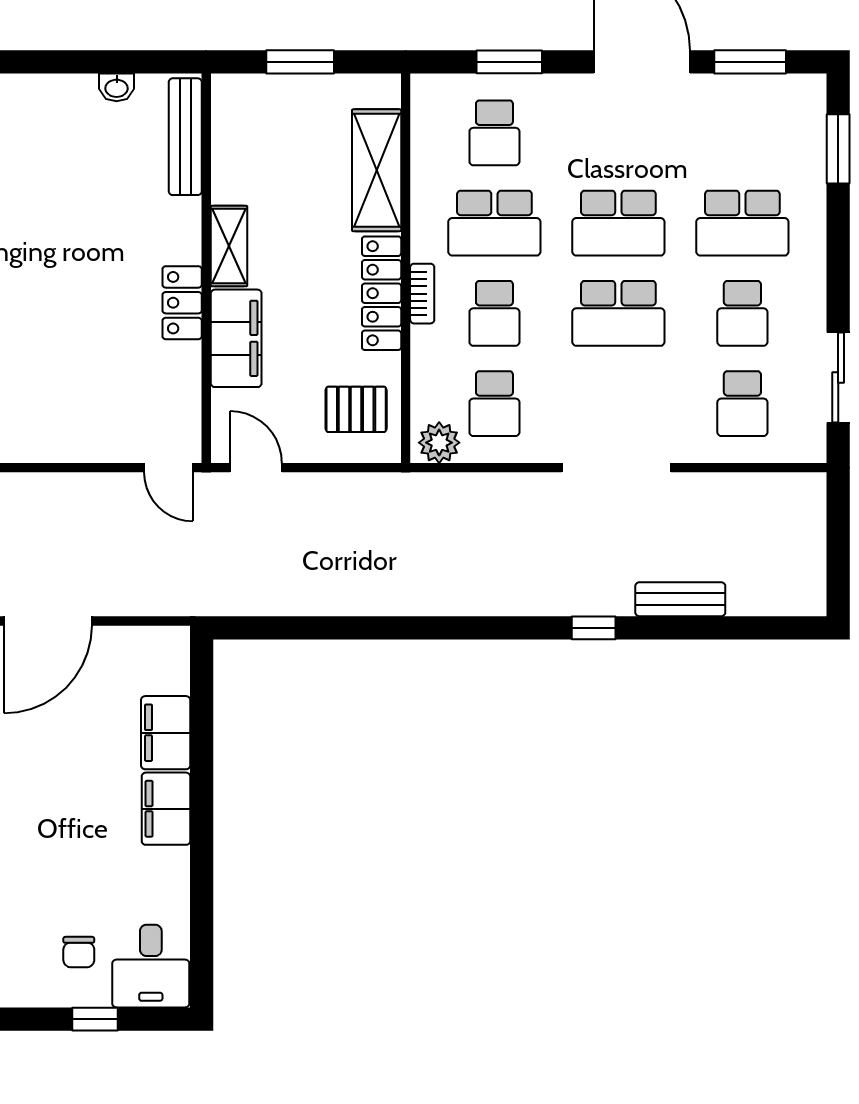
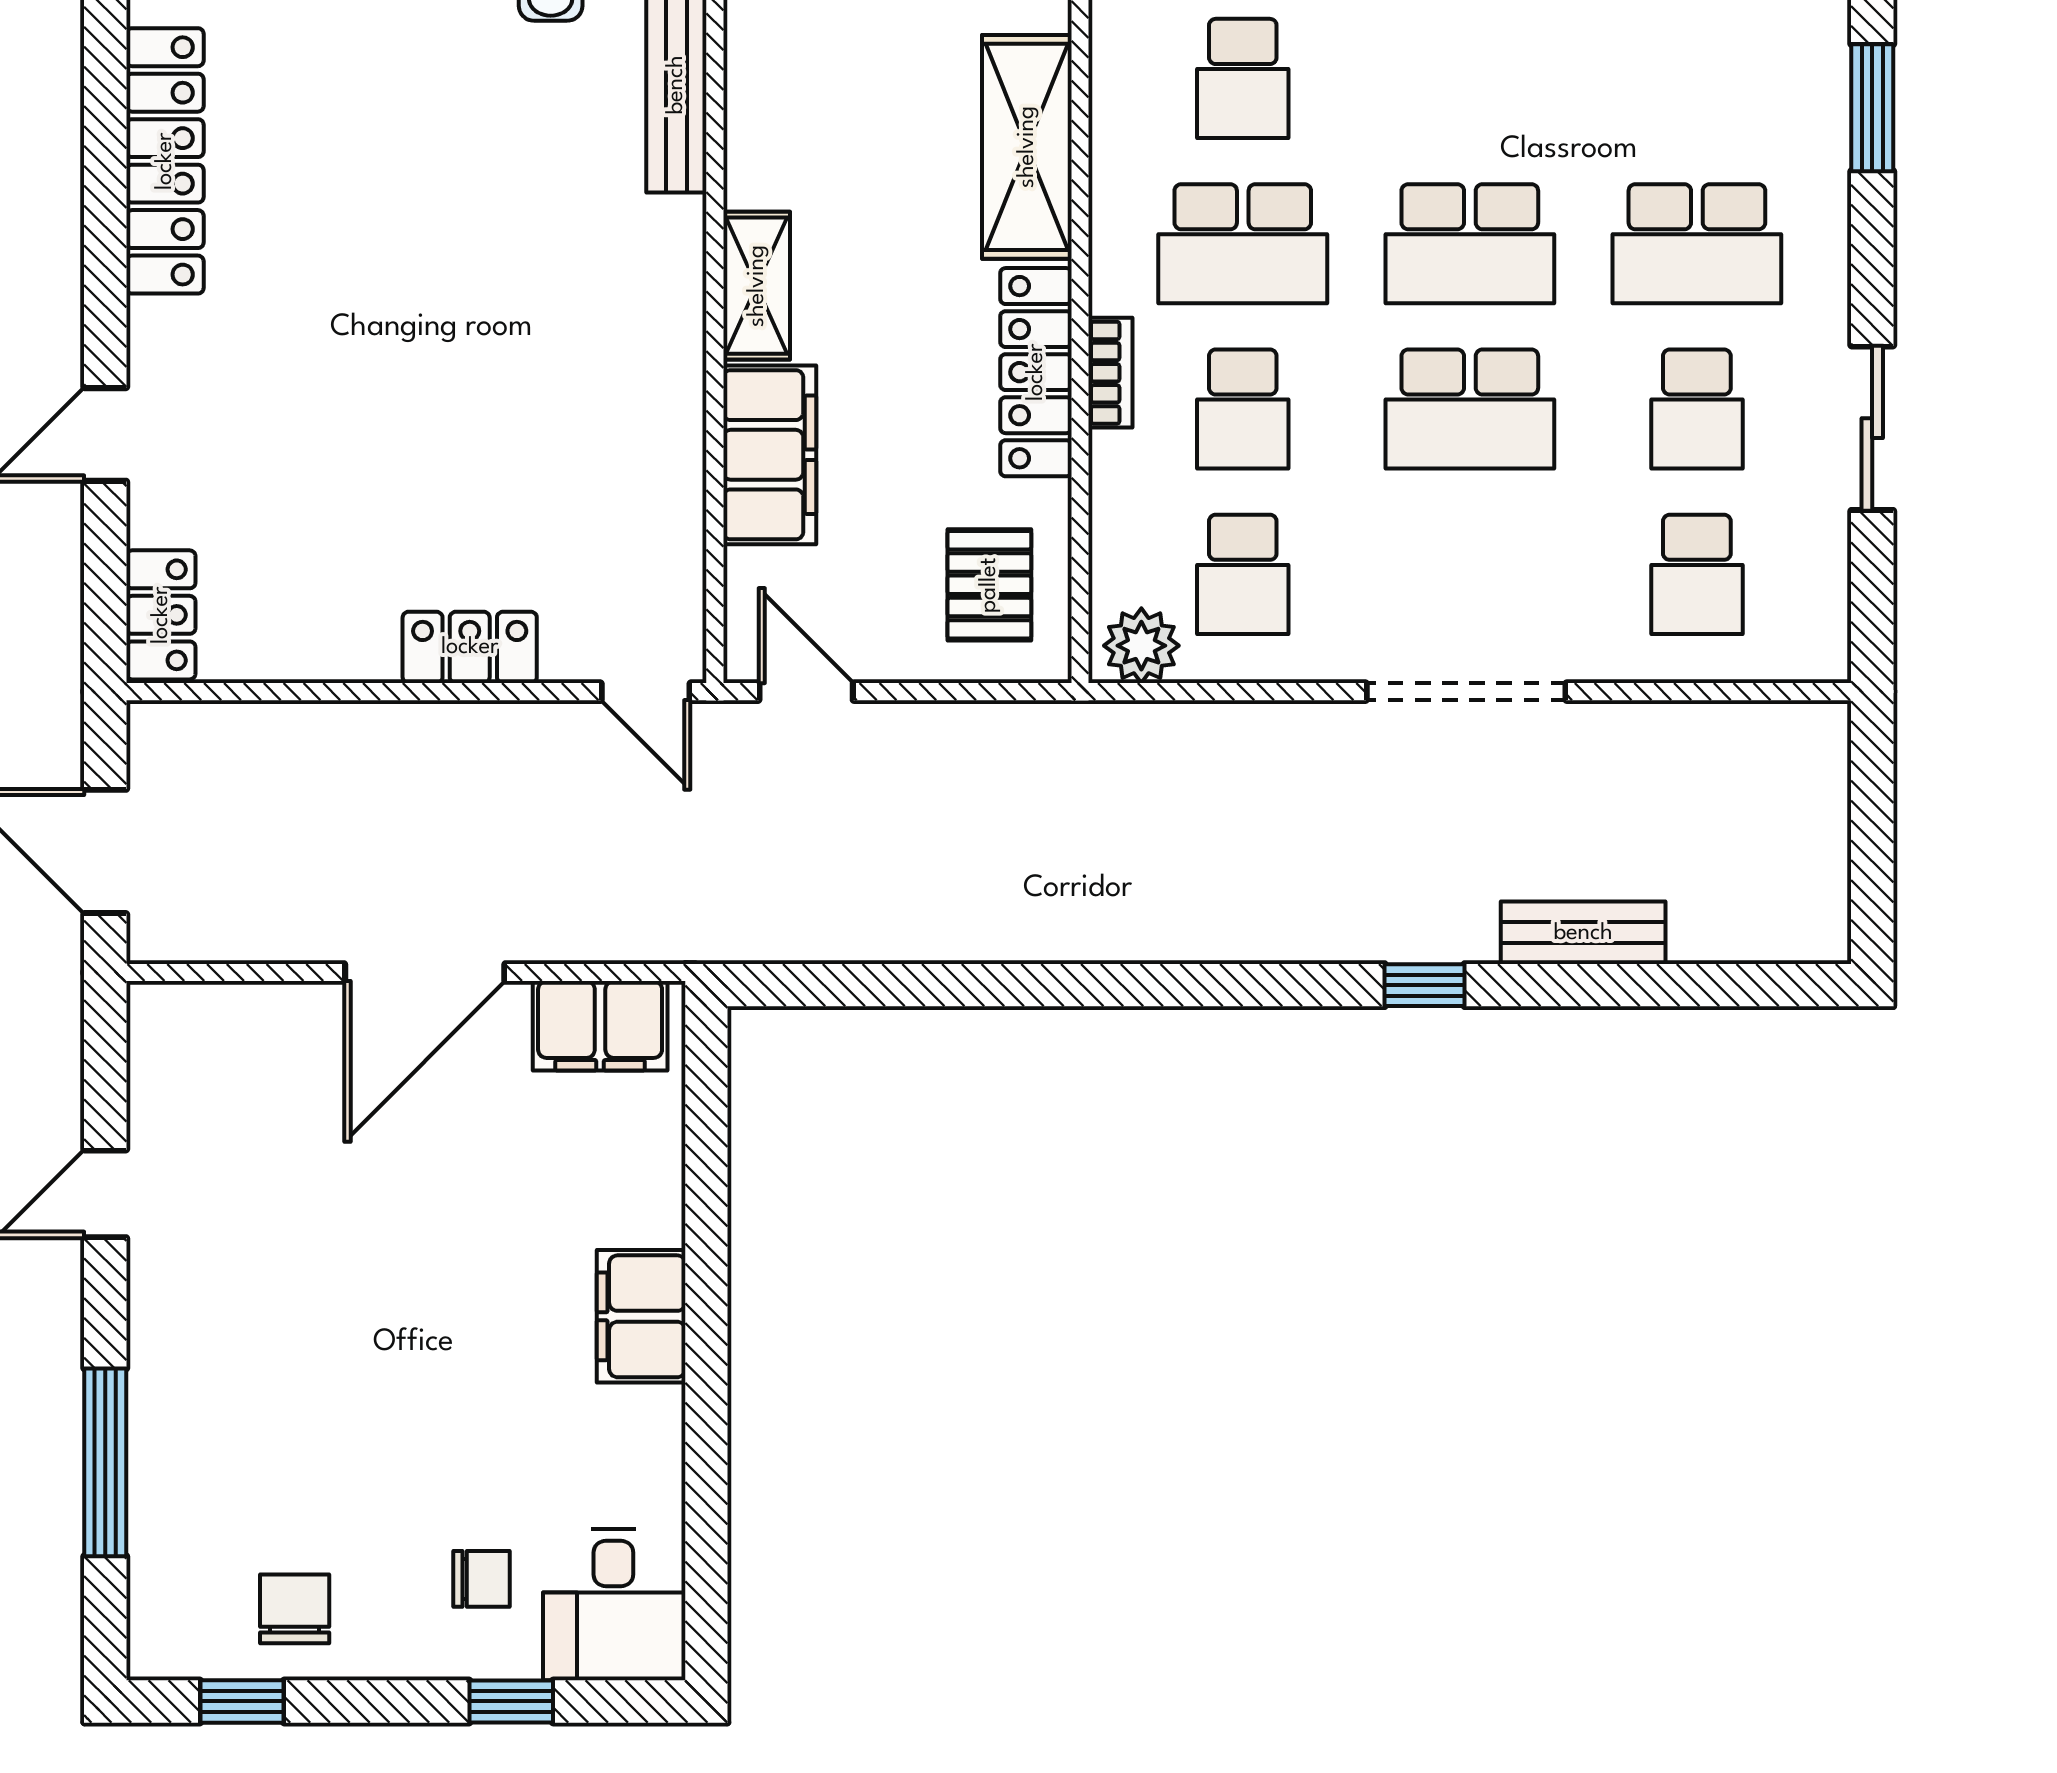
locker: (182, 303) -> (470, 647), moved, turned 90
sliding door: (838, 378) -> (1872, 428), moved
pallet: (356, 409) -> (989, 585), turned 90
filing cabinet: (166, 733) -> (600, 1026), moved, turned -90
chair: (79, 952) -> (481, 1579), turned -90

